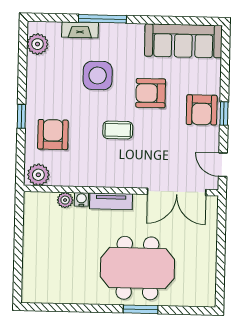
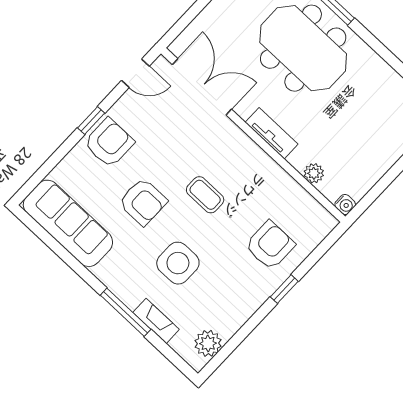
armchair: (53, 135) -> (270, 245), turned 180
door: (223, 165) -> (135, 73), hinge flipped
plant: (38, 175) -> (318, 220), removed
water cooler: (81, 199) -> (345, 204), moved, turned -90

